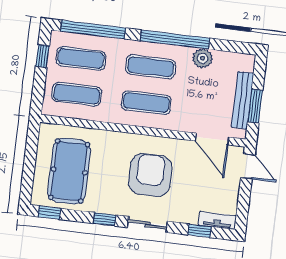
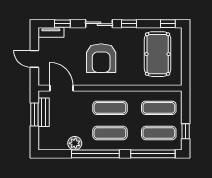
bench: (243, 100) -> (44, 112), width x0.73
door: (248, 166) -> (34, 59), moved

